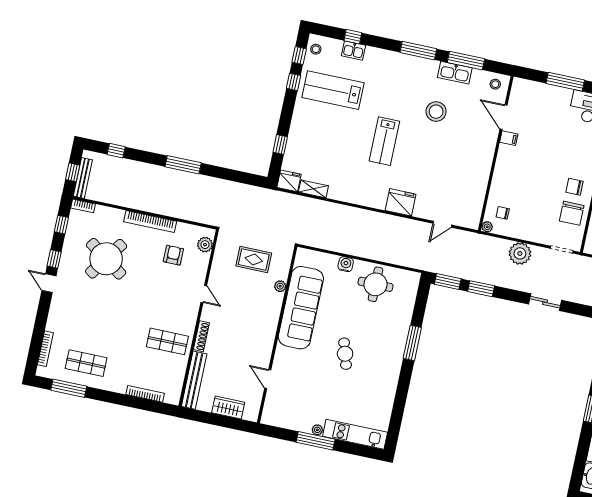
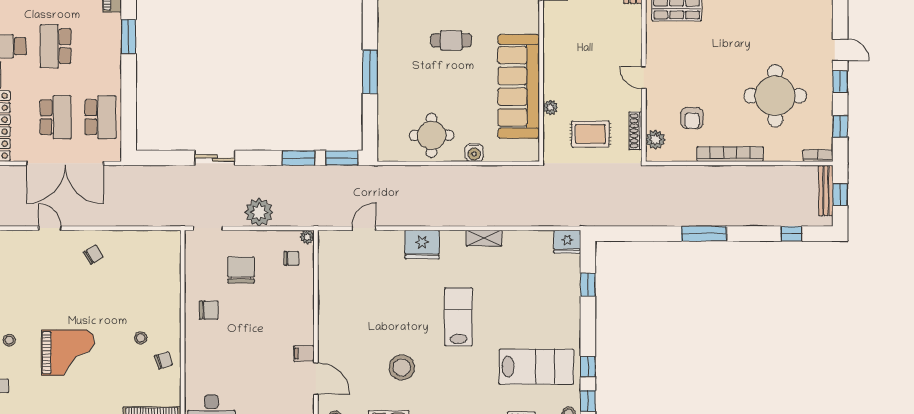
shelving: (313, 189) -> (484, 238), moved
chair: (572, 213) -> (241, 270), moved
round table: (106, 259) -> (775, 96), turned -35
shoe rack: (201, 336) -> (636, 131), moved
cafe table: (345, 354) -> (451, 40), turned -73

